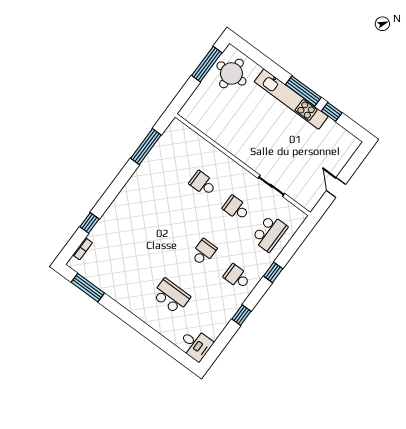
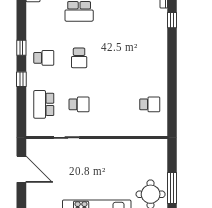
window: (146, 147) -> (172, 101), removed
school desk: (203, 184) -> (150, 104), moved
door: (336, 187) -> (21, 169), width x1.88
window: (241, 315) -> (21, 48), moved

